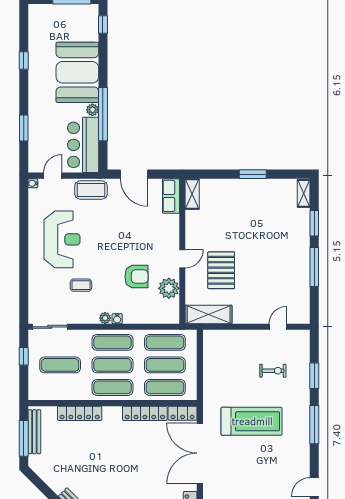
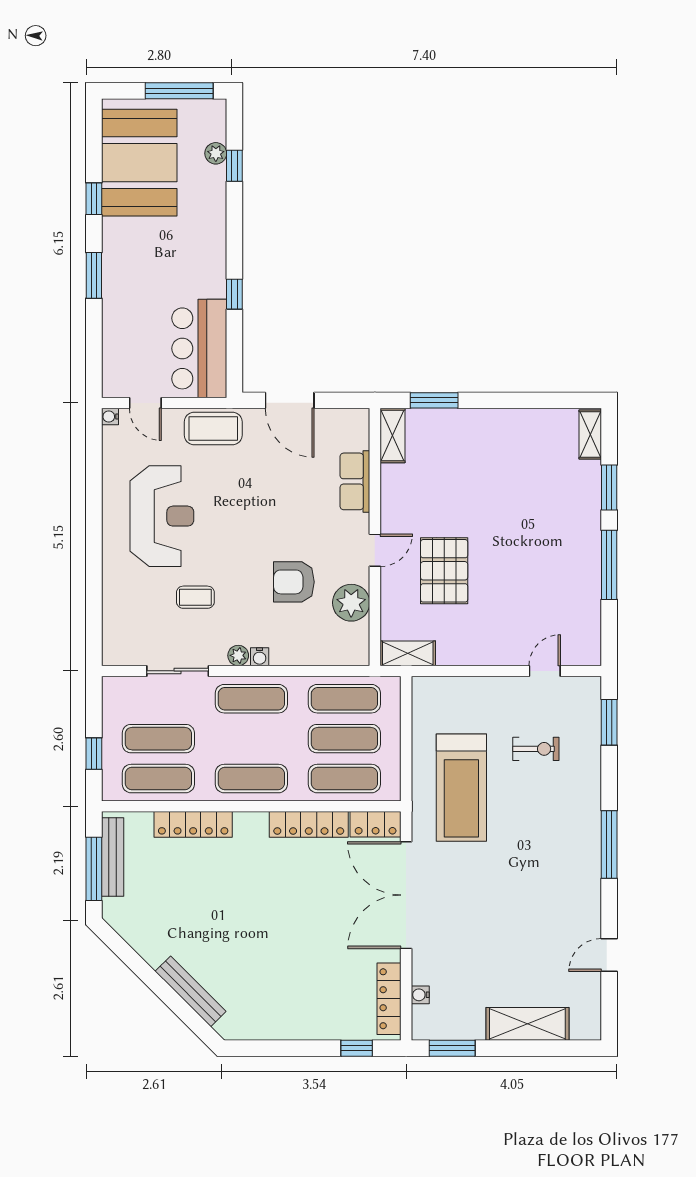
window: (103, 25) -> (234, 166), moved
booth: (77, 72) -> (139, 163), moved
plant: (92, 110) -> (216, 153), moved
window: (103, 114) -> (234, 294), width x0.32
window: (24, 128) -> (94, 275), moved
window: (253, 174) -> (434, 400), moved
door: (53, 176) -> (145, 403), swing flipped
row of seats: (171, 196) -> (355, 481), moved
armchair: (136, 277) -> (294, 582), turned 180
shelving: (209, 314) -> (408, 653), width x0.67, depth x0.75
sliding door: (50, 327) -> (178, 671), moved
window: (24, 356) -> (94, 754), moved
exercise mat: (112, 365) -> (158, 779), moved
window: (314, 376) -> (609, 722), moved
treadmill: (252, 421) -> (461, 788), moved, turned 90

